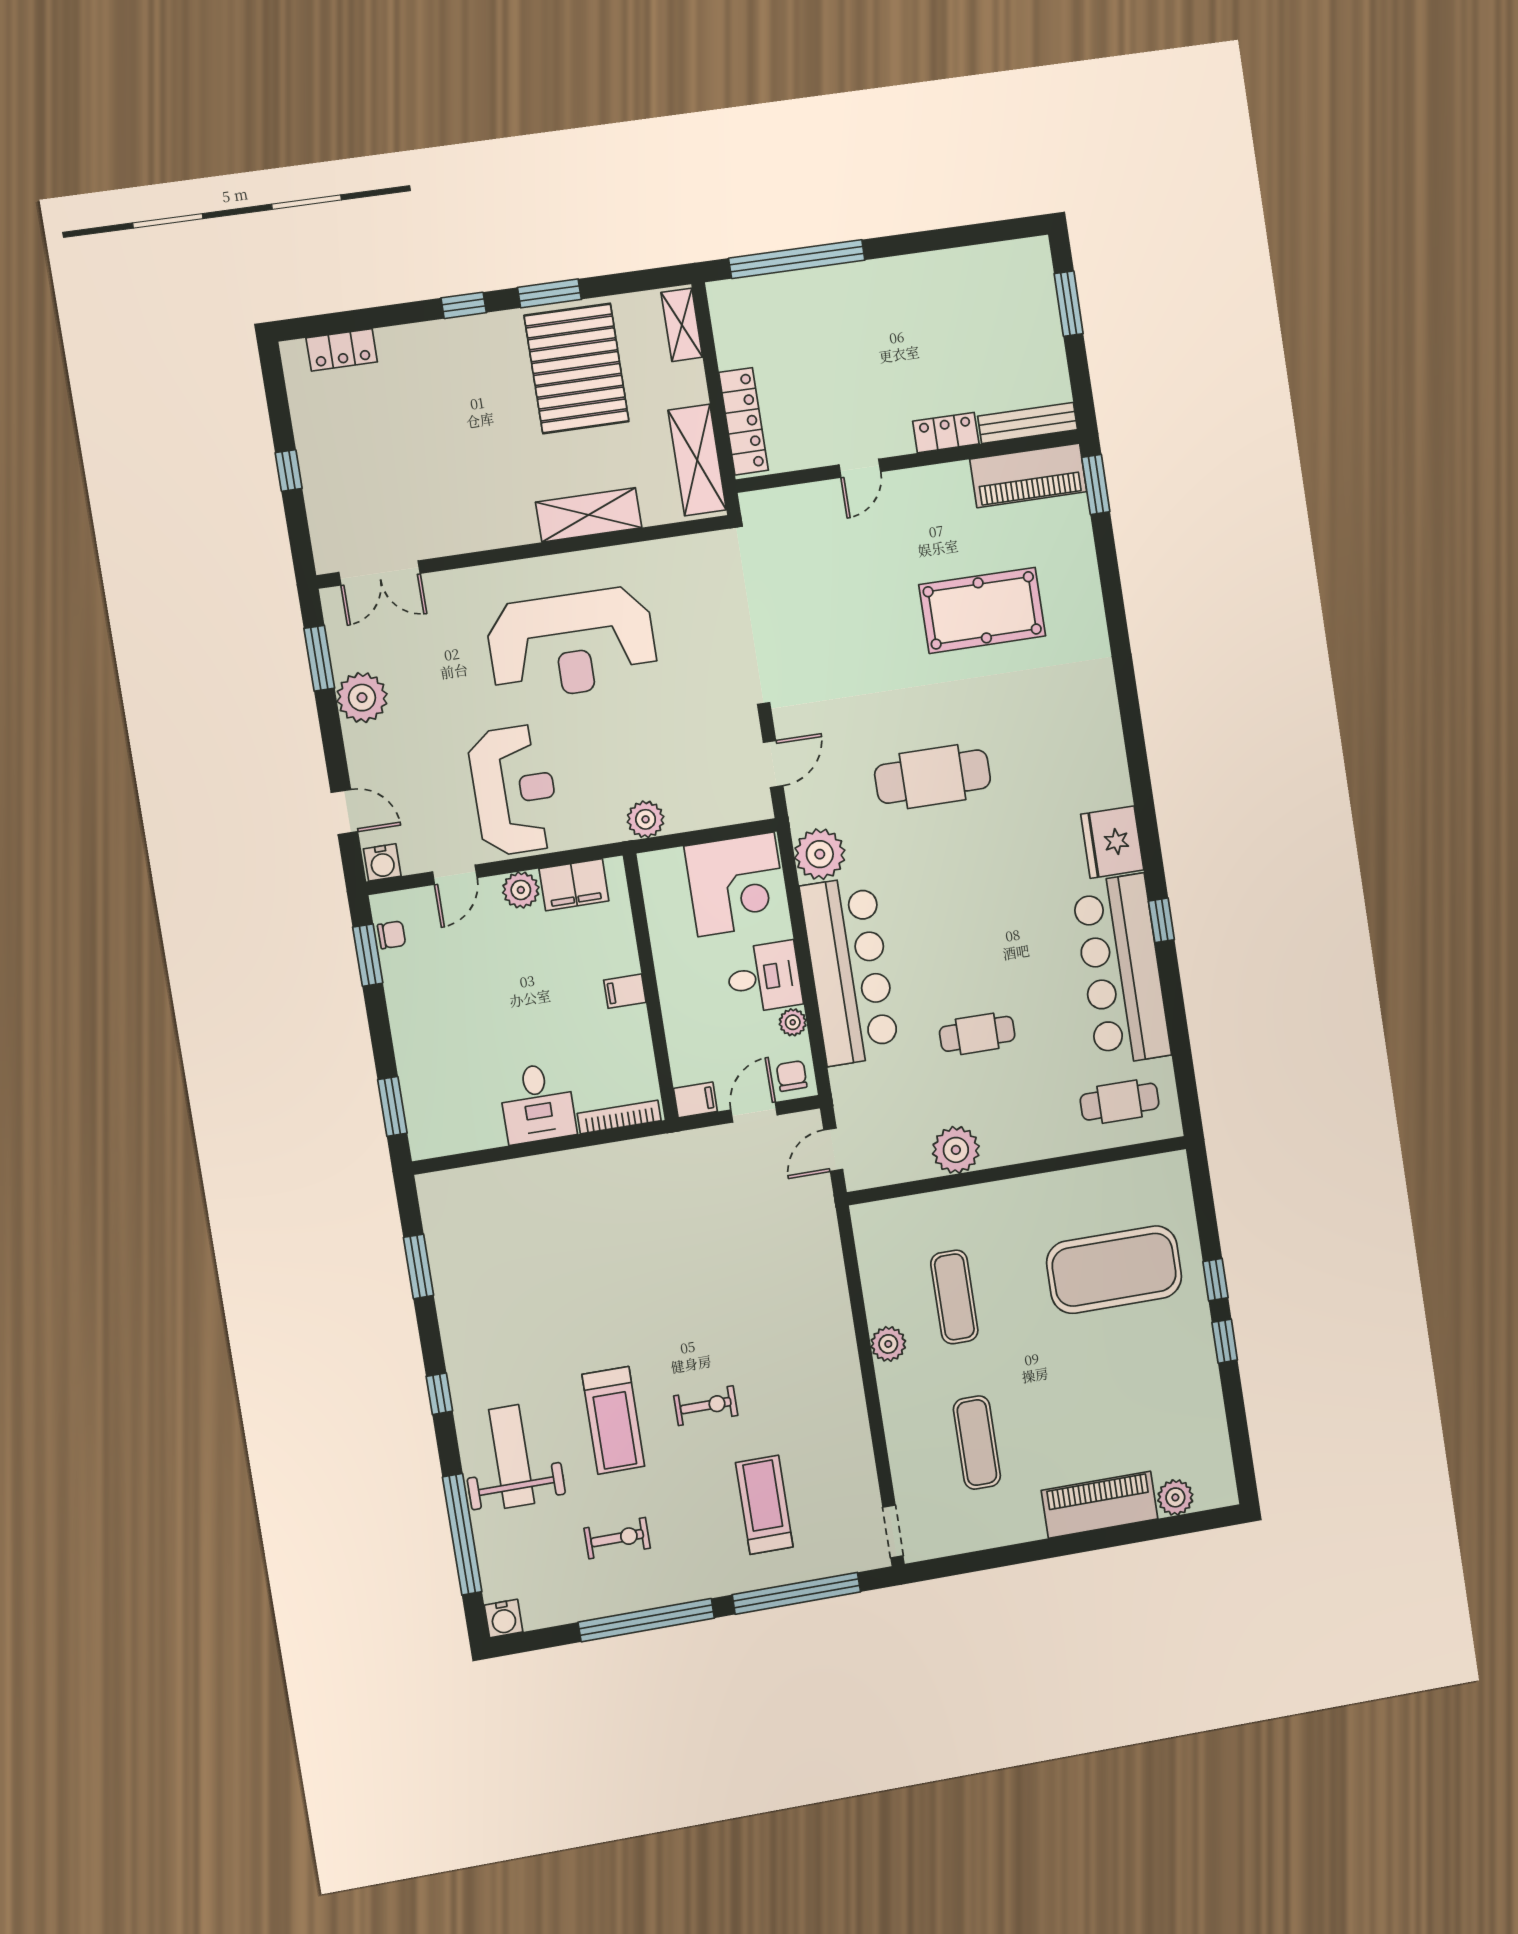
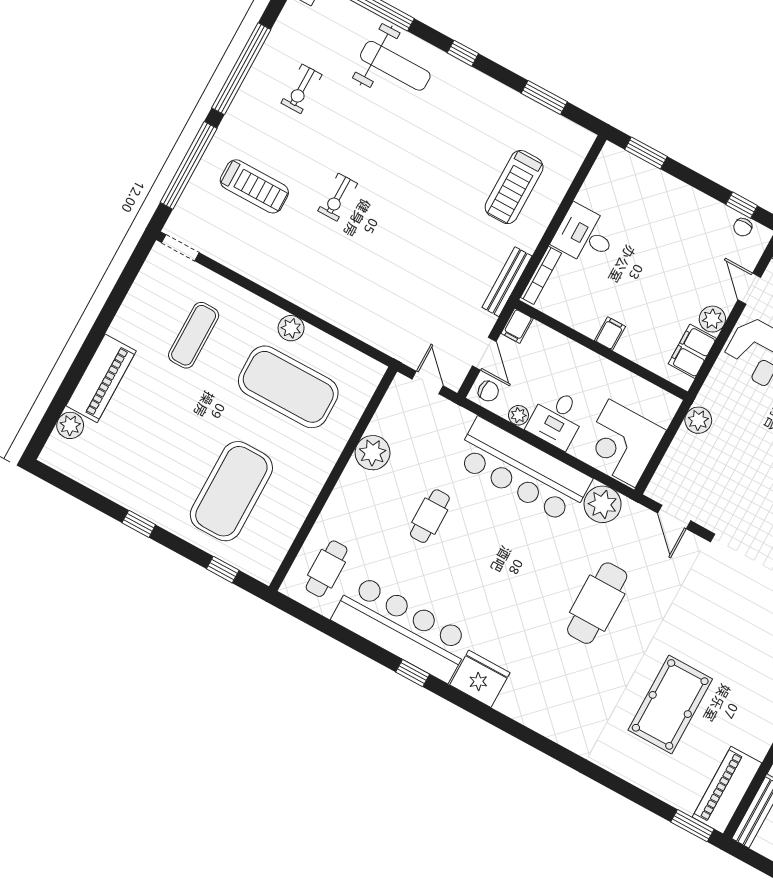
window: (368, 955) -> (742, 205), width x0.67
bench: (655, 1149) -> (507, 282), added
window: (1215, 1280) -> (223, 570), moved
exercise mat: (954, 1297) -> (288, 387), width x2.00, depth x1.45
treadmill: (613, 1420) -> (514, 187), moved, turned -90
exercise mat: (977, 1443) -> (194, 335), turned 90

